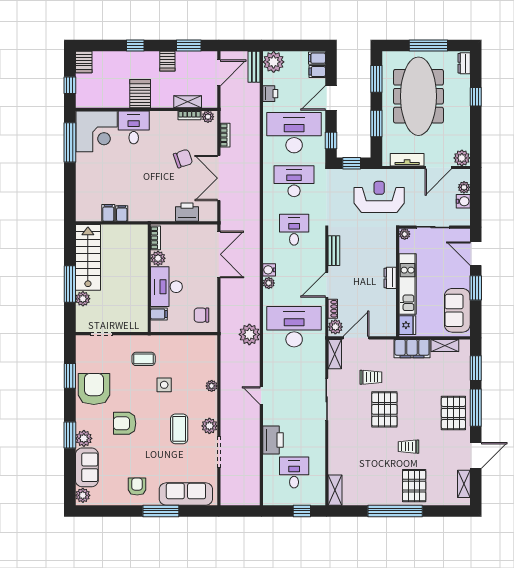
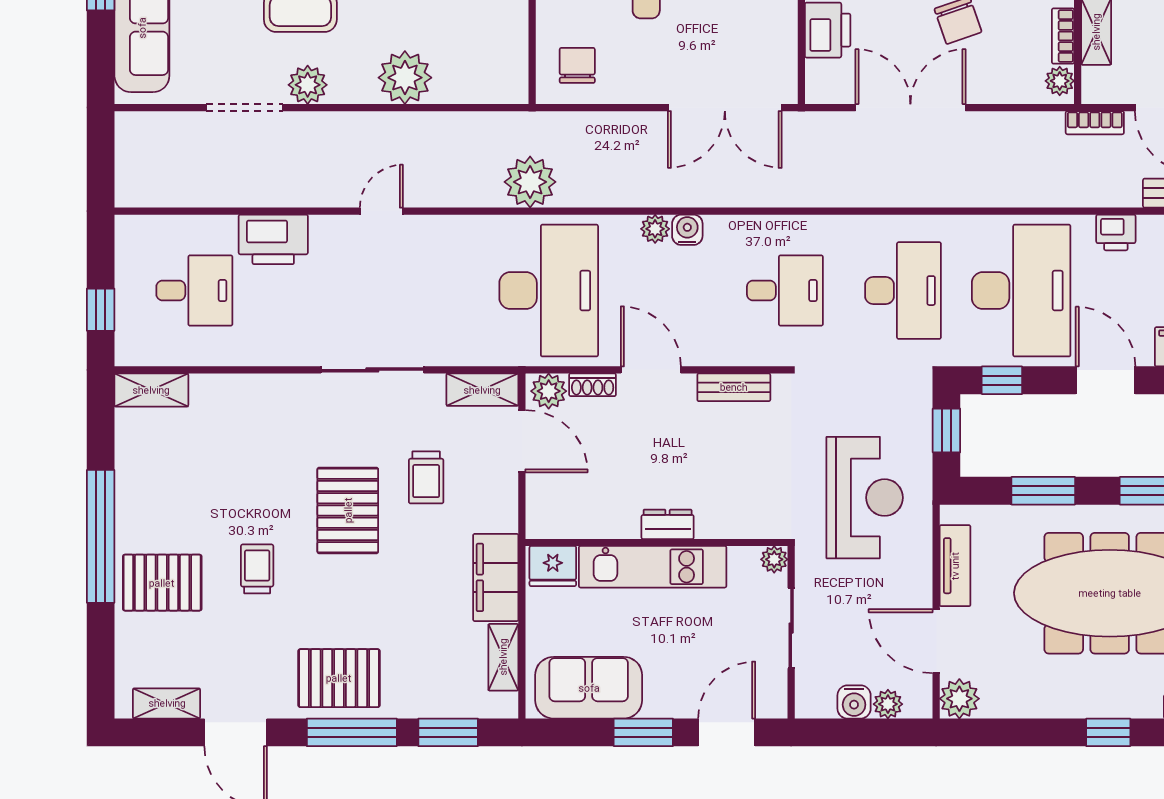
bookcase: (225, 135) -> (1095, 123), moved
plant: (212, 386) -> (405, 78), width x1.87, depth x1.87
pallet: (384, 409) -> (348, 510), turned 90

